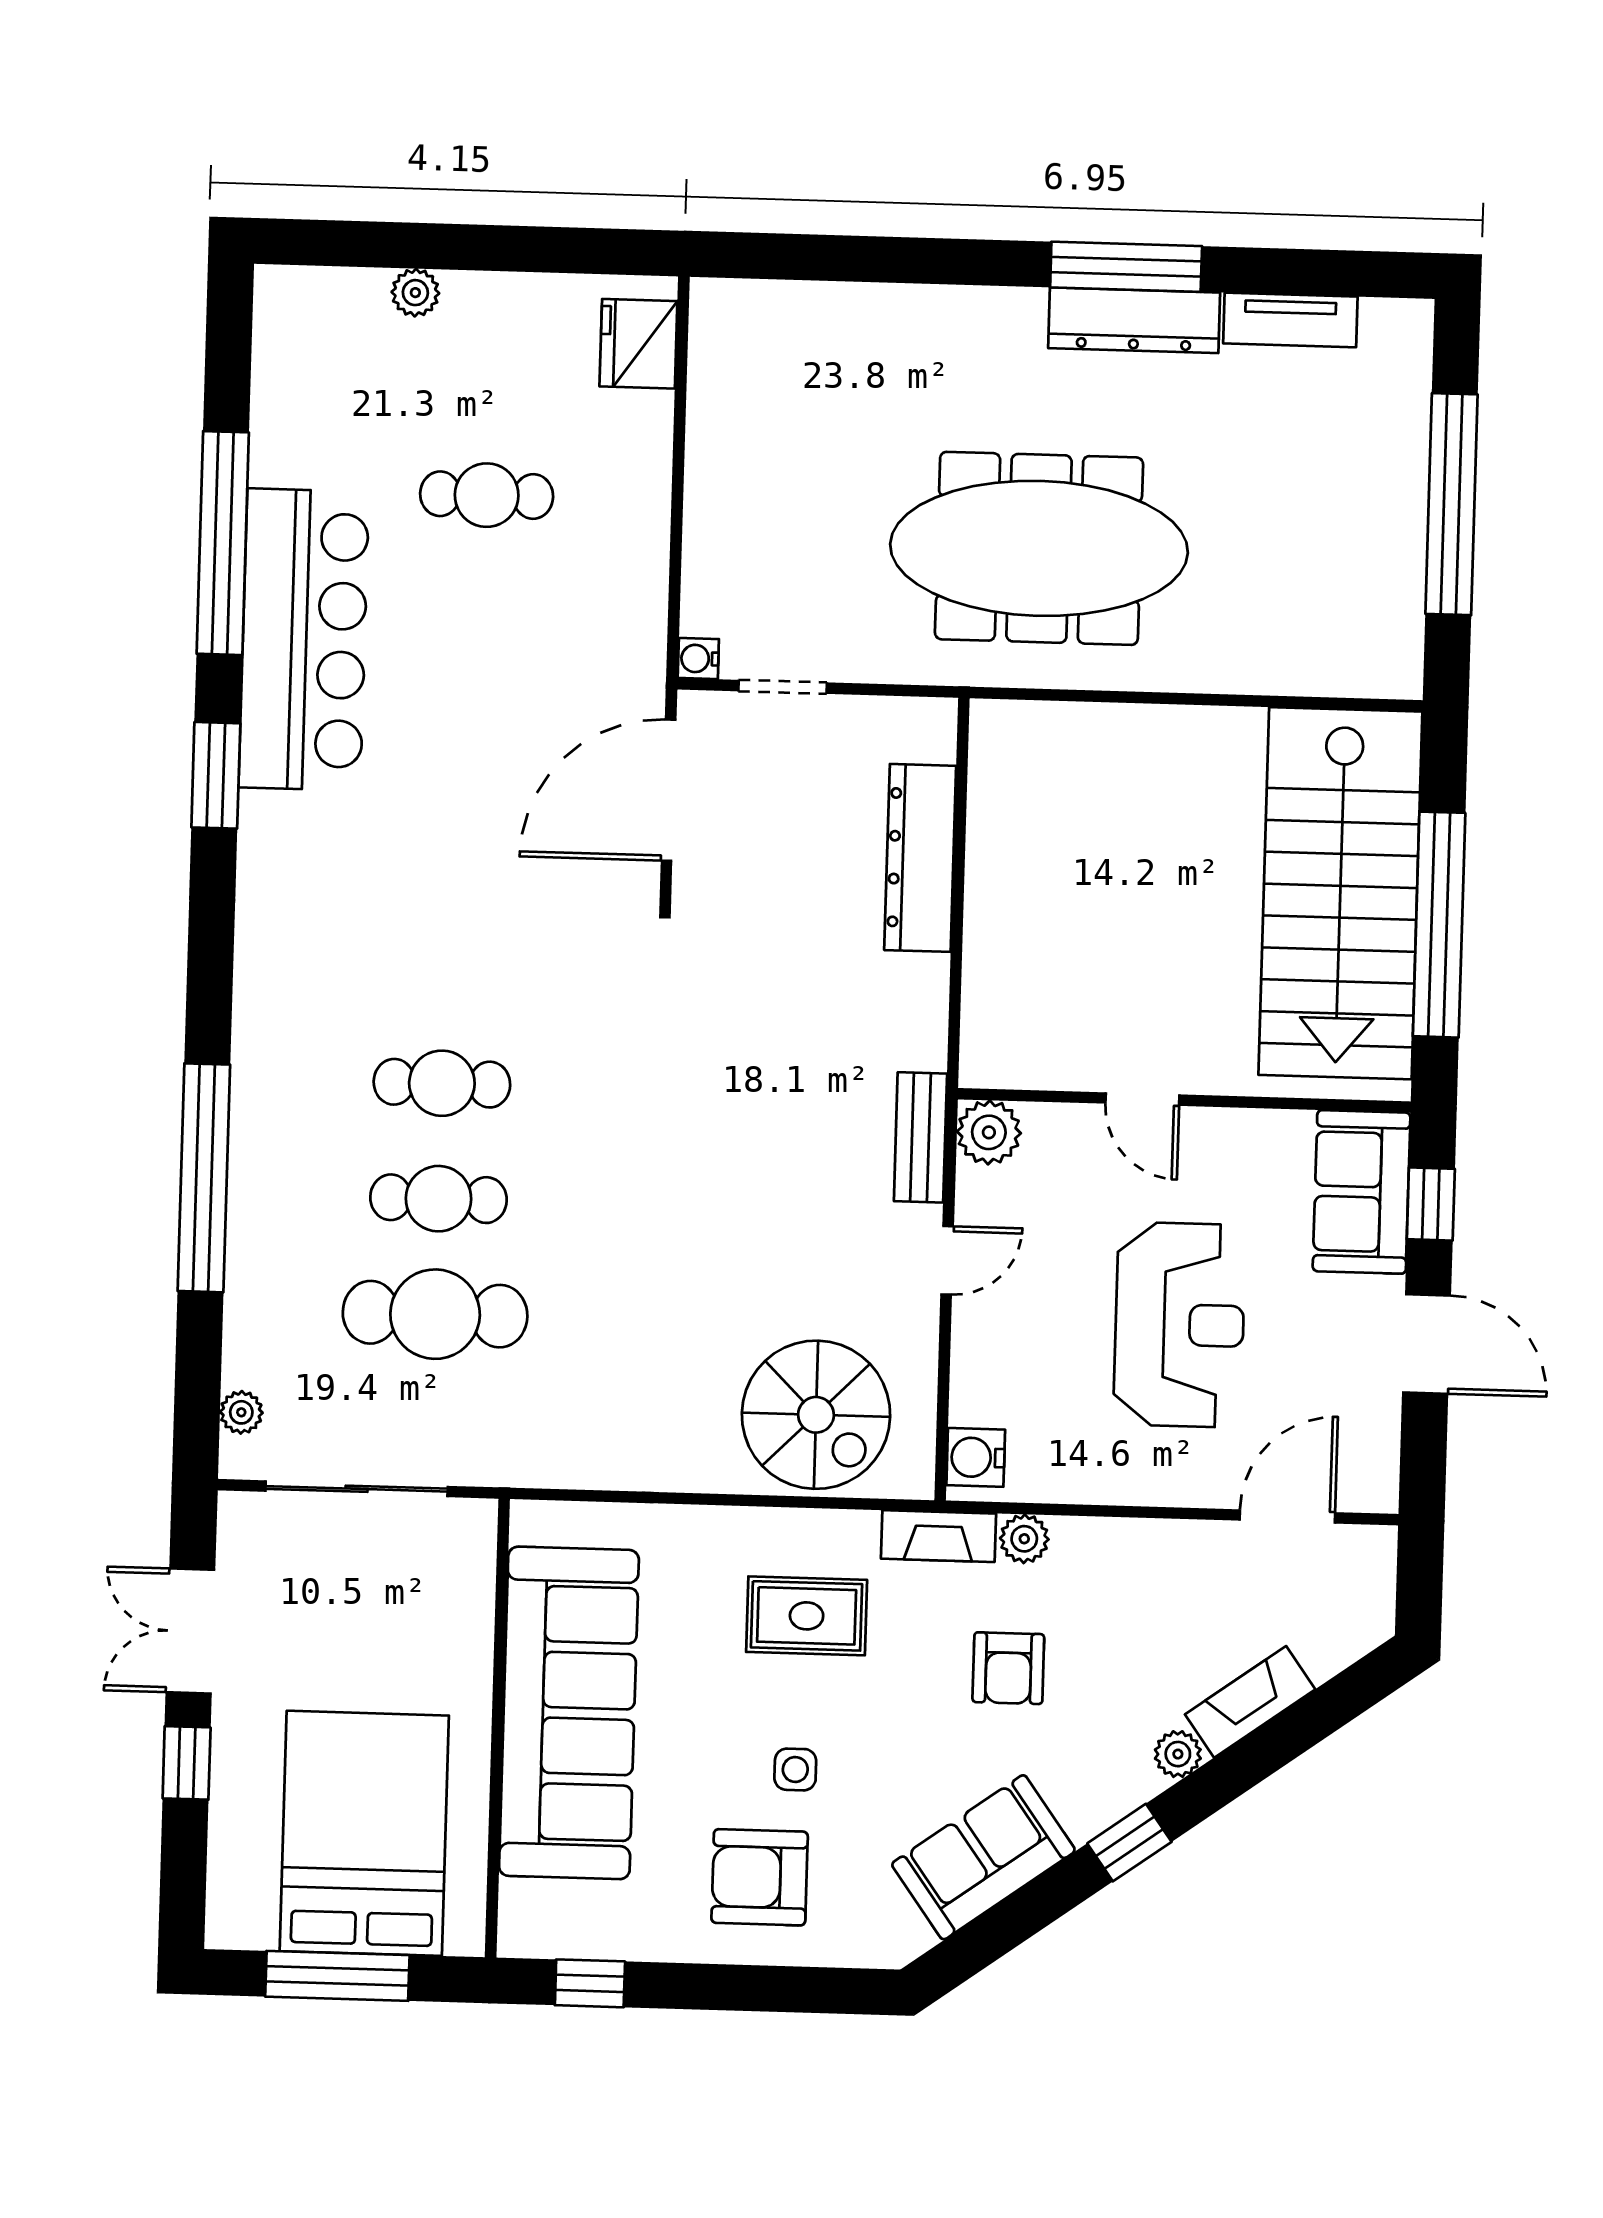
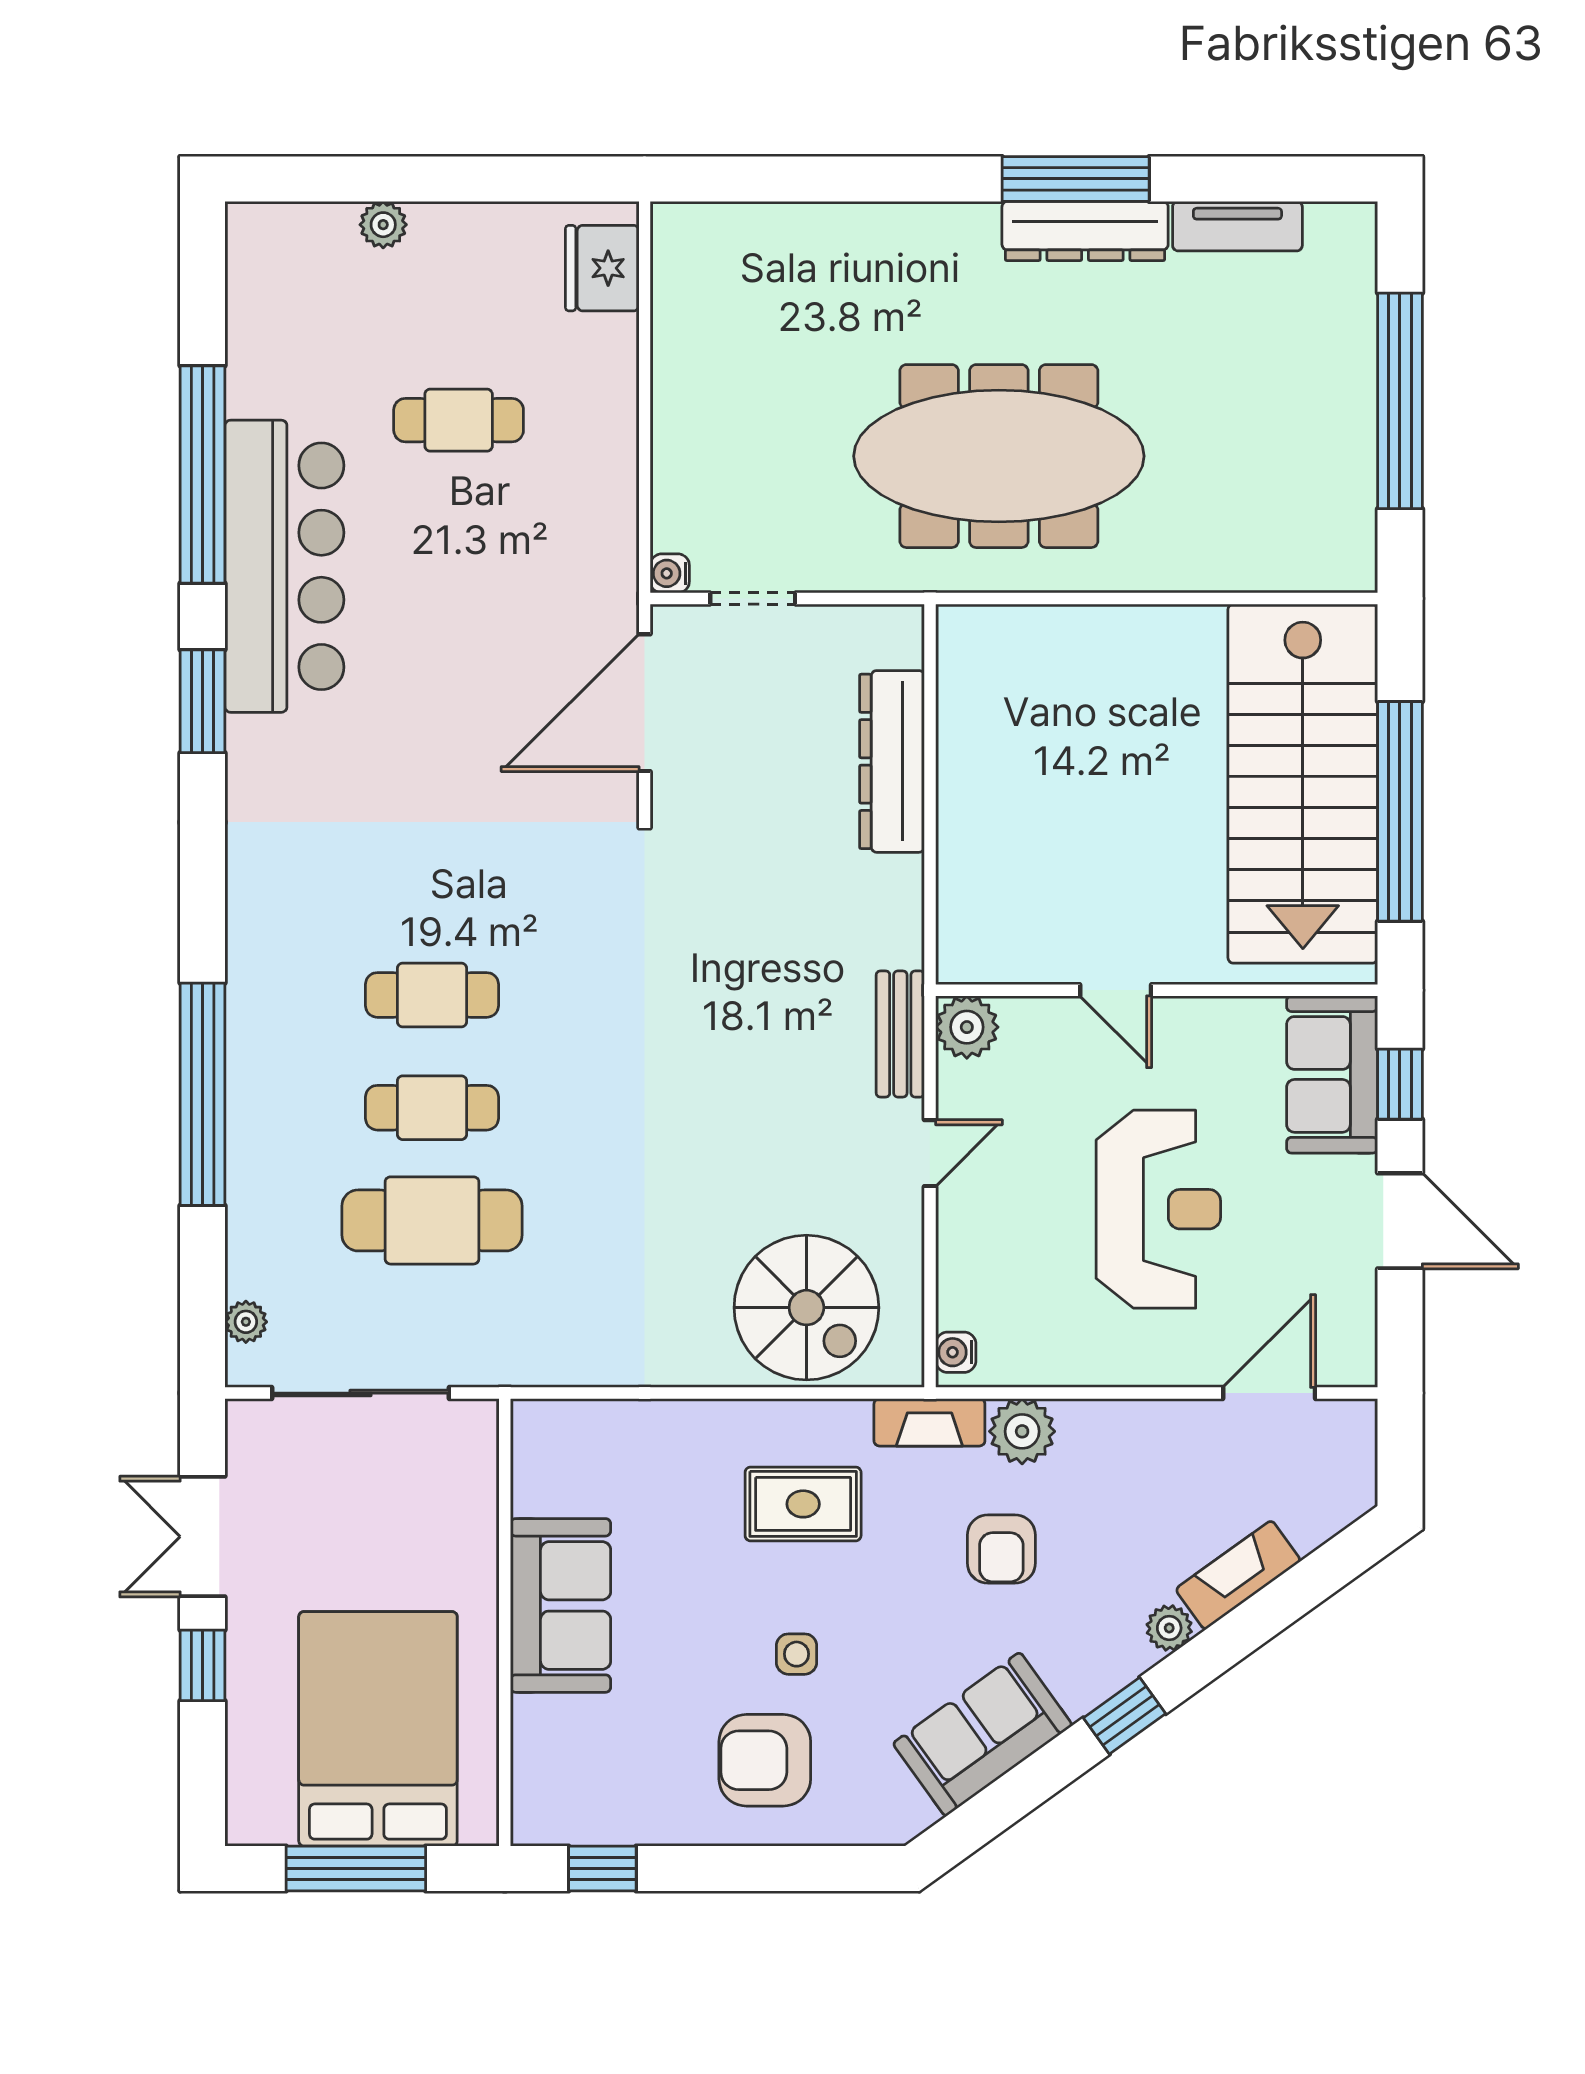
water cooler: (976, 1457) -> (956, 1352), width x0.72, depth x0.72
plant: (1024, 1539) -> (1022, 1431), width x1.38, depth x1.38
sofa: (569, 1713) -> (561, 1605), width x0.54, depth x0.79

